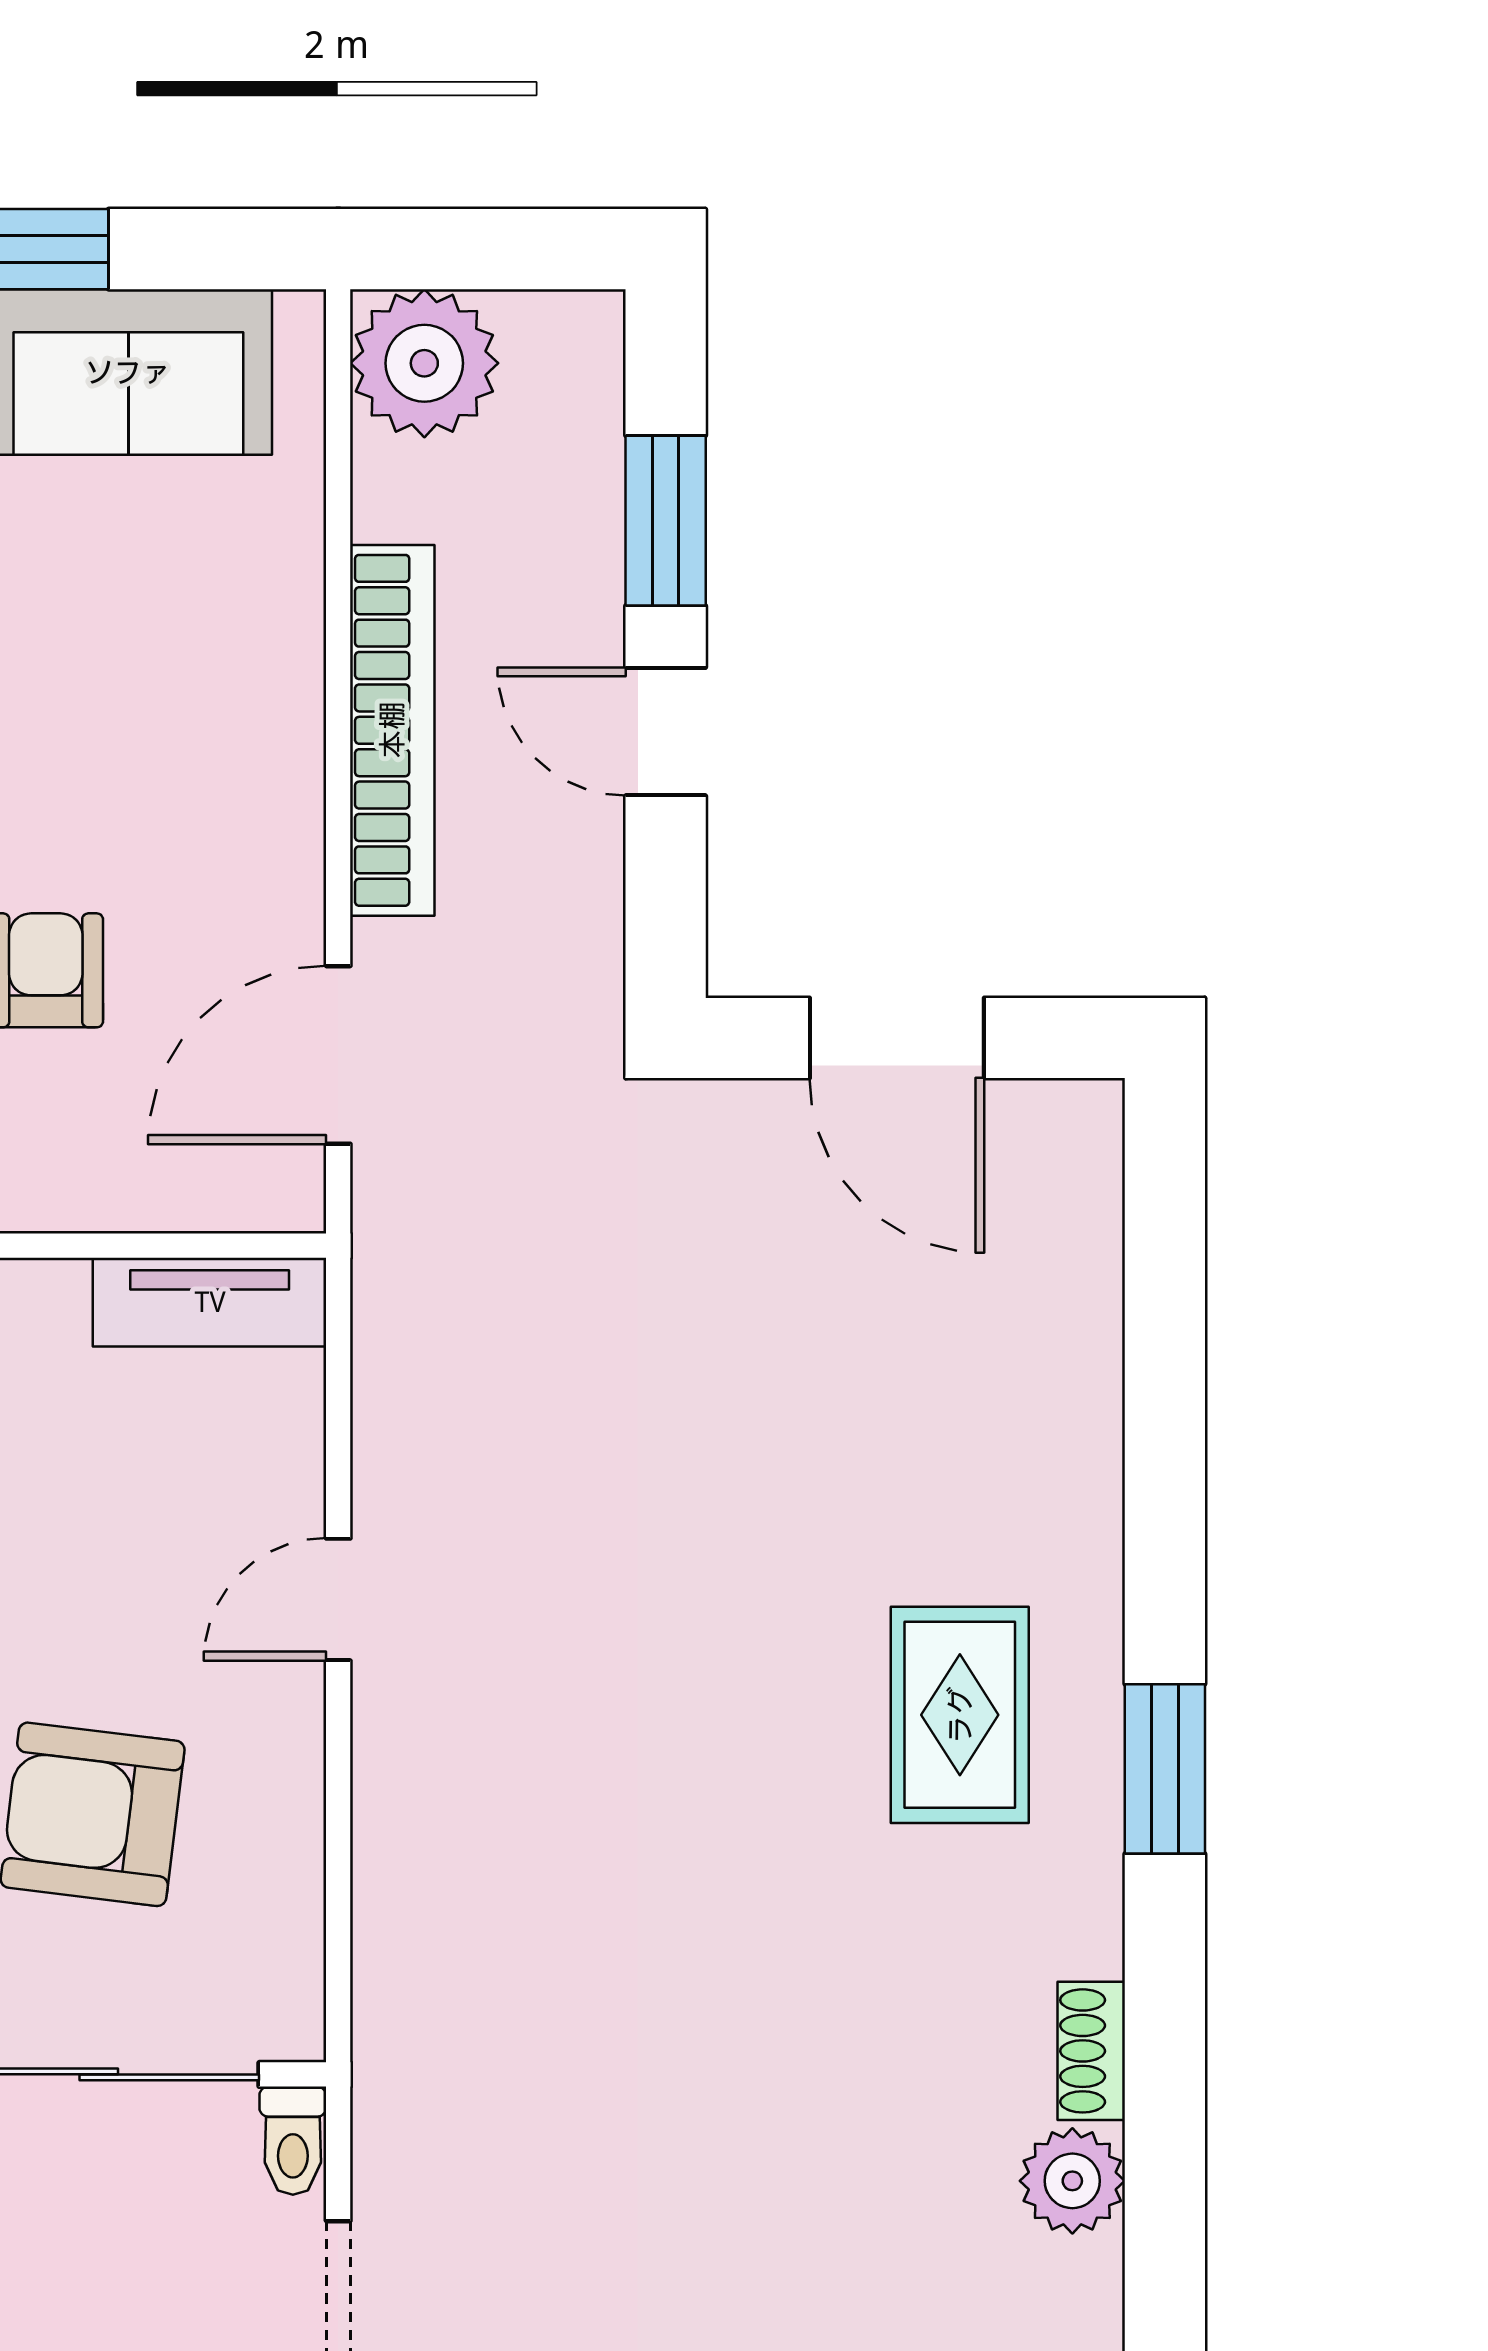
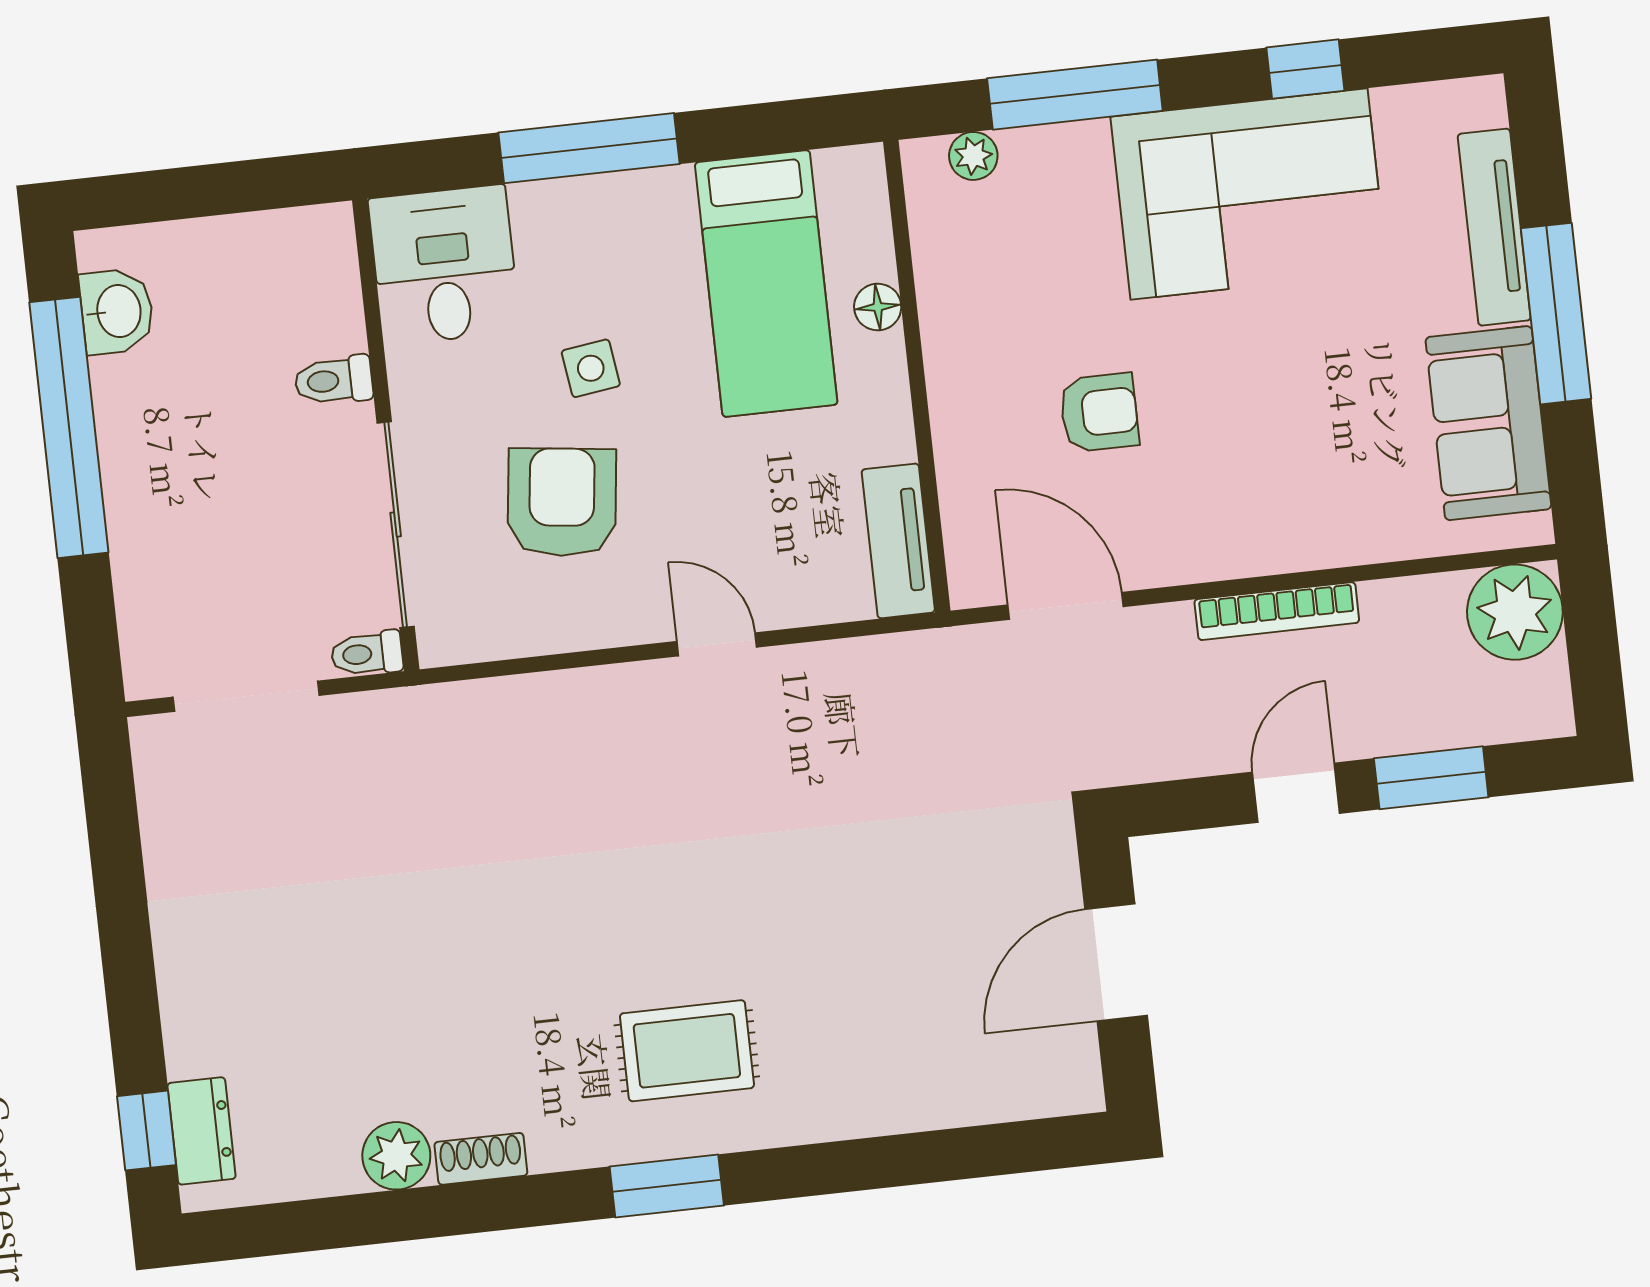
bookcase: (392, 730) -> (1277, 611), width x0.68, depth x0.76

